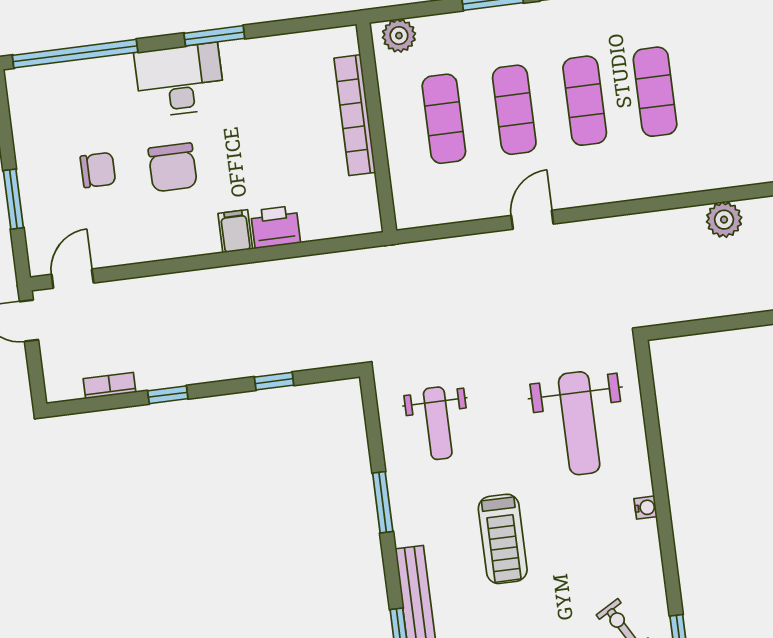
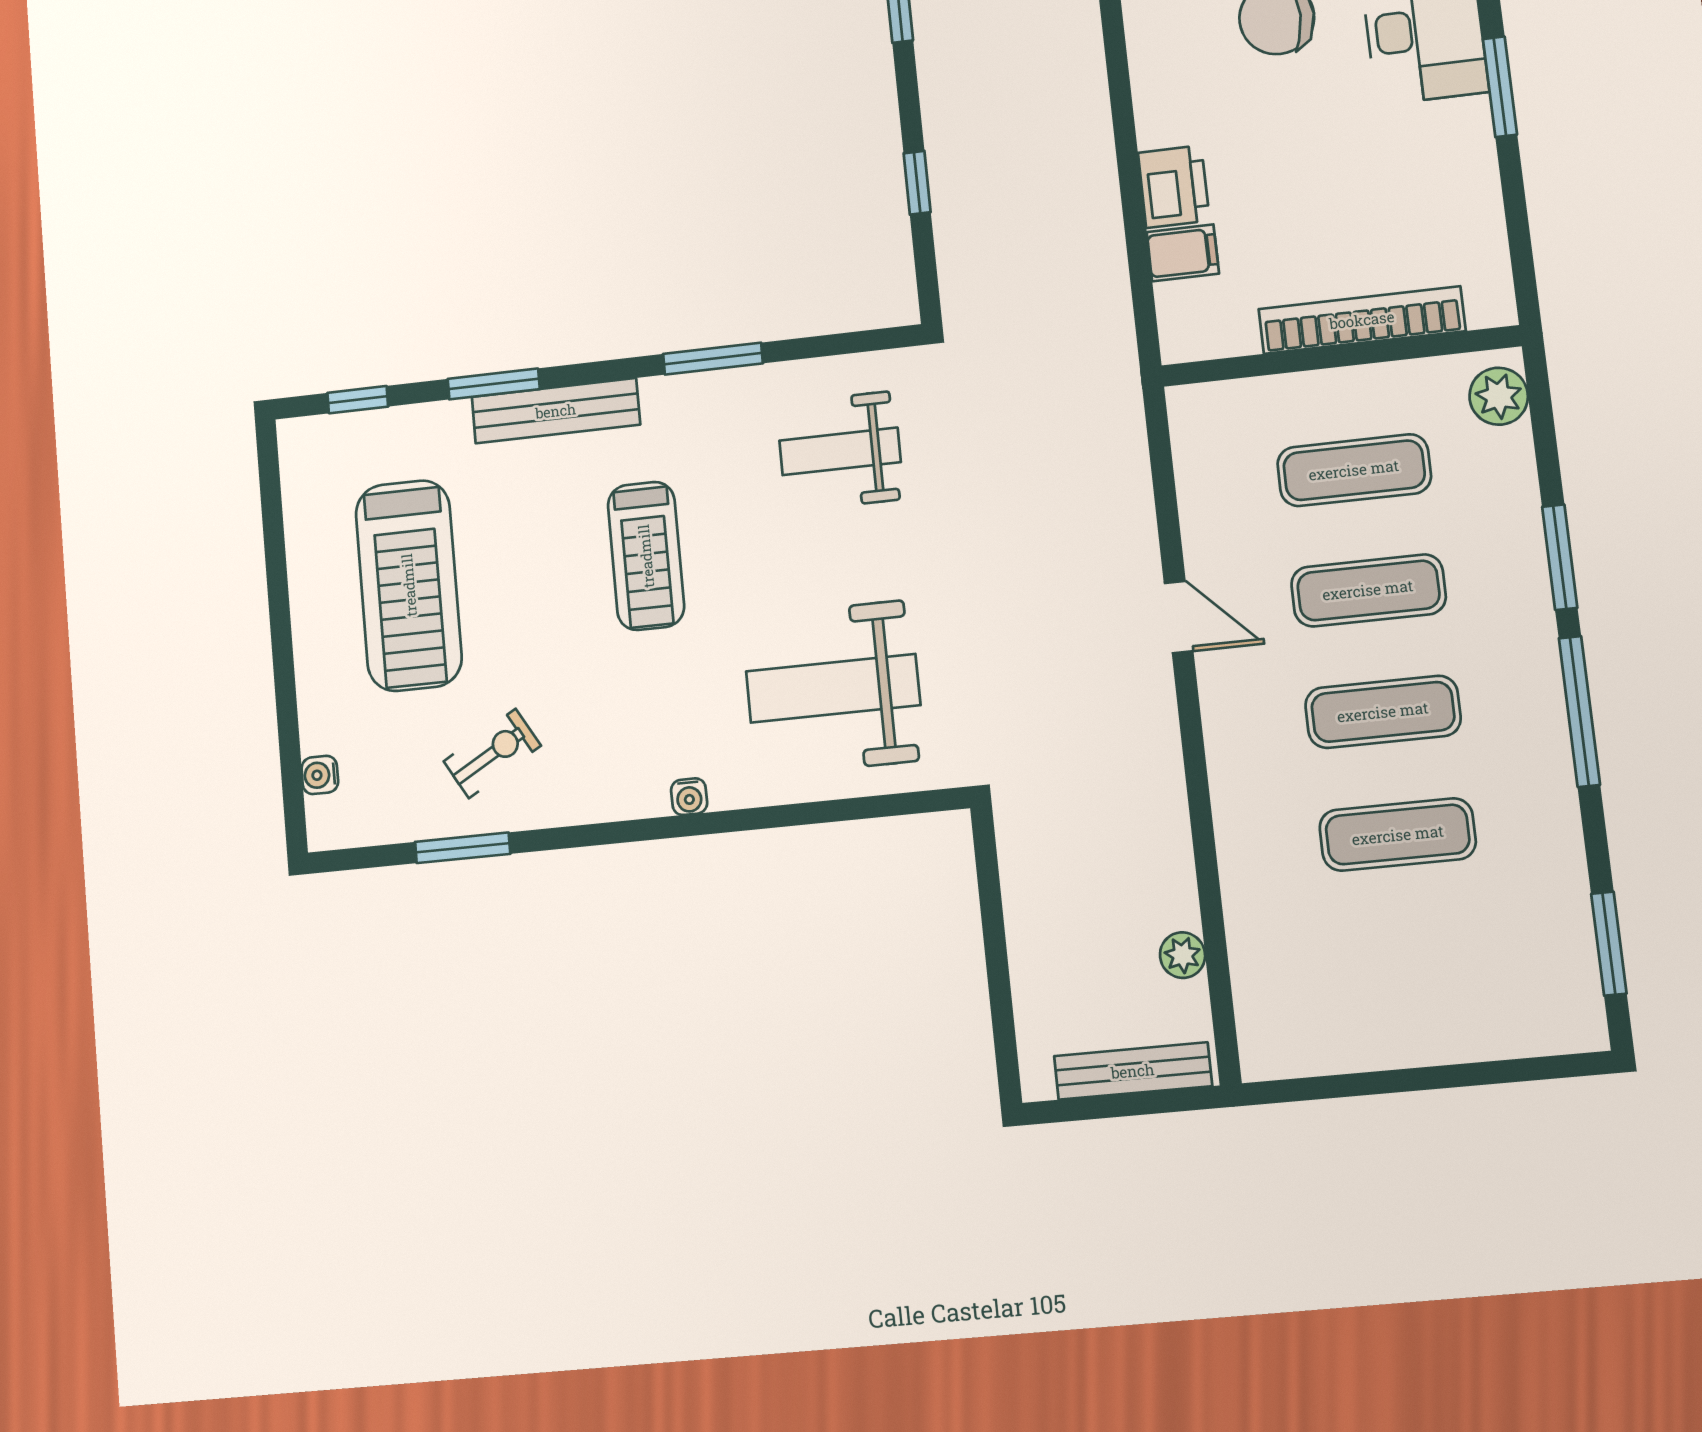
plant: (724, 220) -> (1183, 955), width x0.73, depth x0.73
filing cabinet: (235, 231) -> (1183, 253), moved
treadmill: (503, 539) -> (646, 556), turned -90

